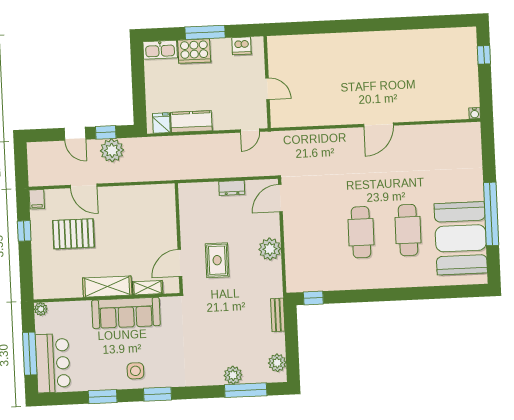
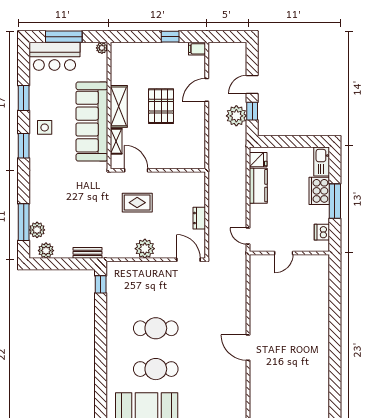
pallet: (74, 234) -> (161, 106), moved
sofa: (126, 313) -> (92, 122), width x1.36, depth x1.27
plant: (233, 375) -> (37, 230), moved

